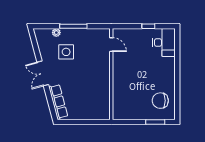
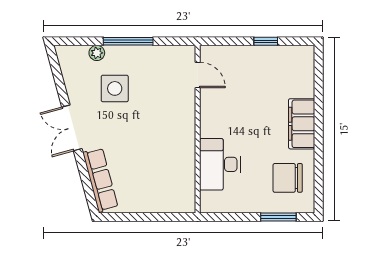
desk: (164, 42) -> (220, 164), moved, turned 180
filing cabinet: (168, 71) -> (302, 124), added

